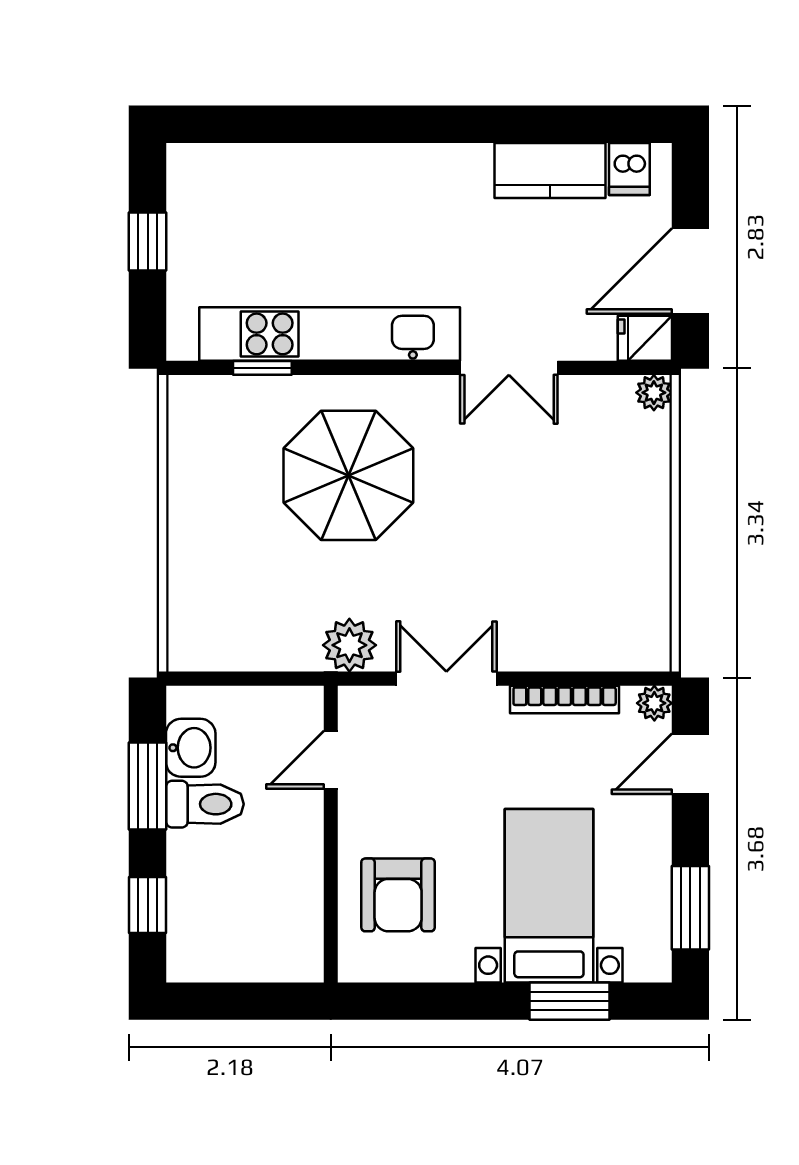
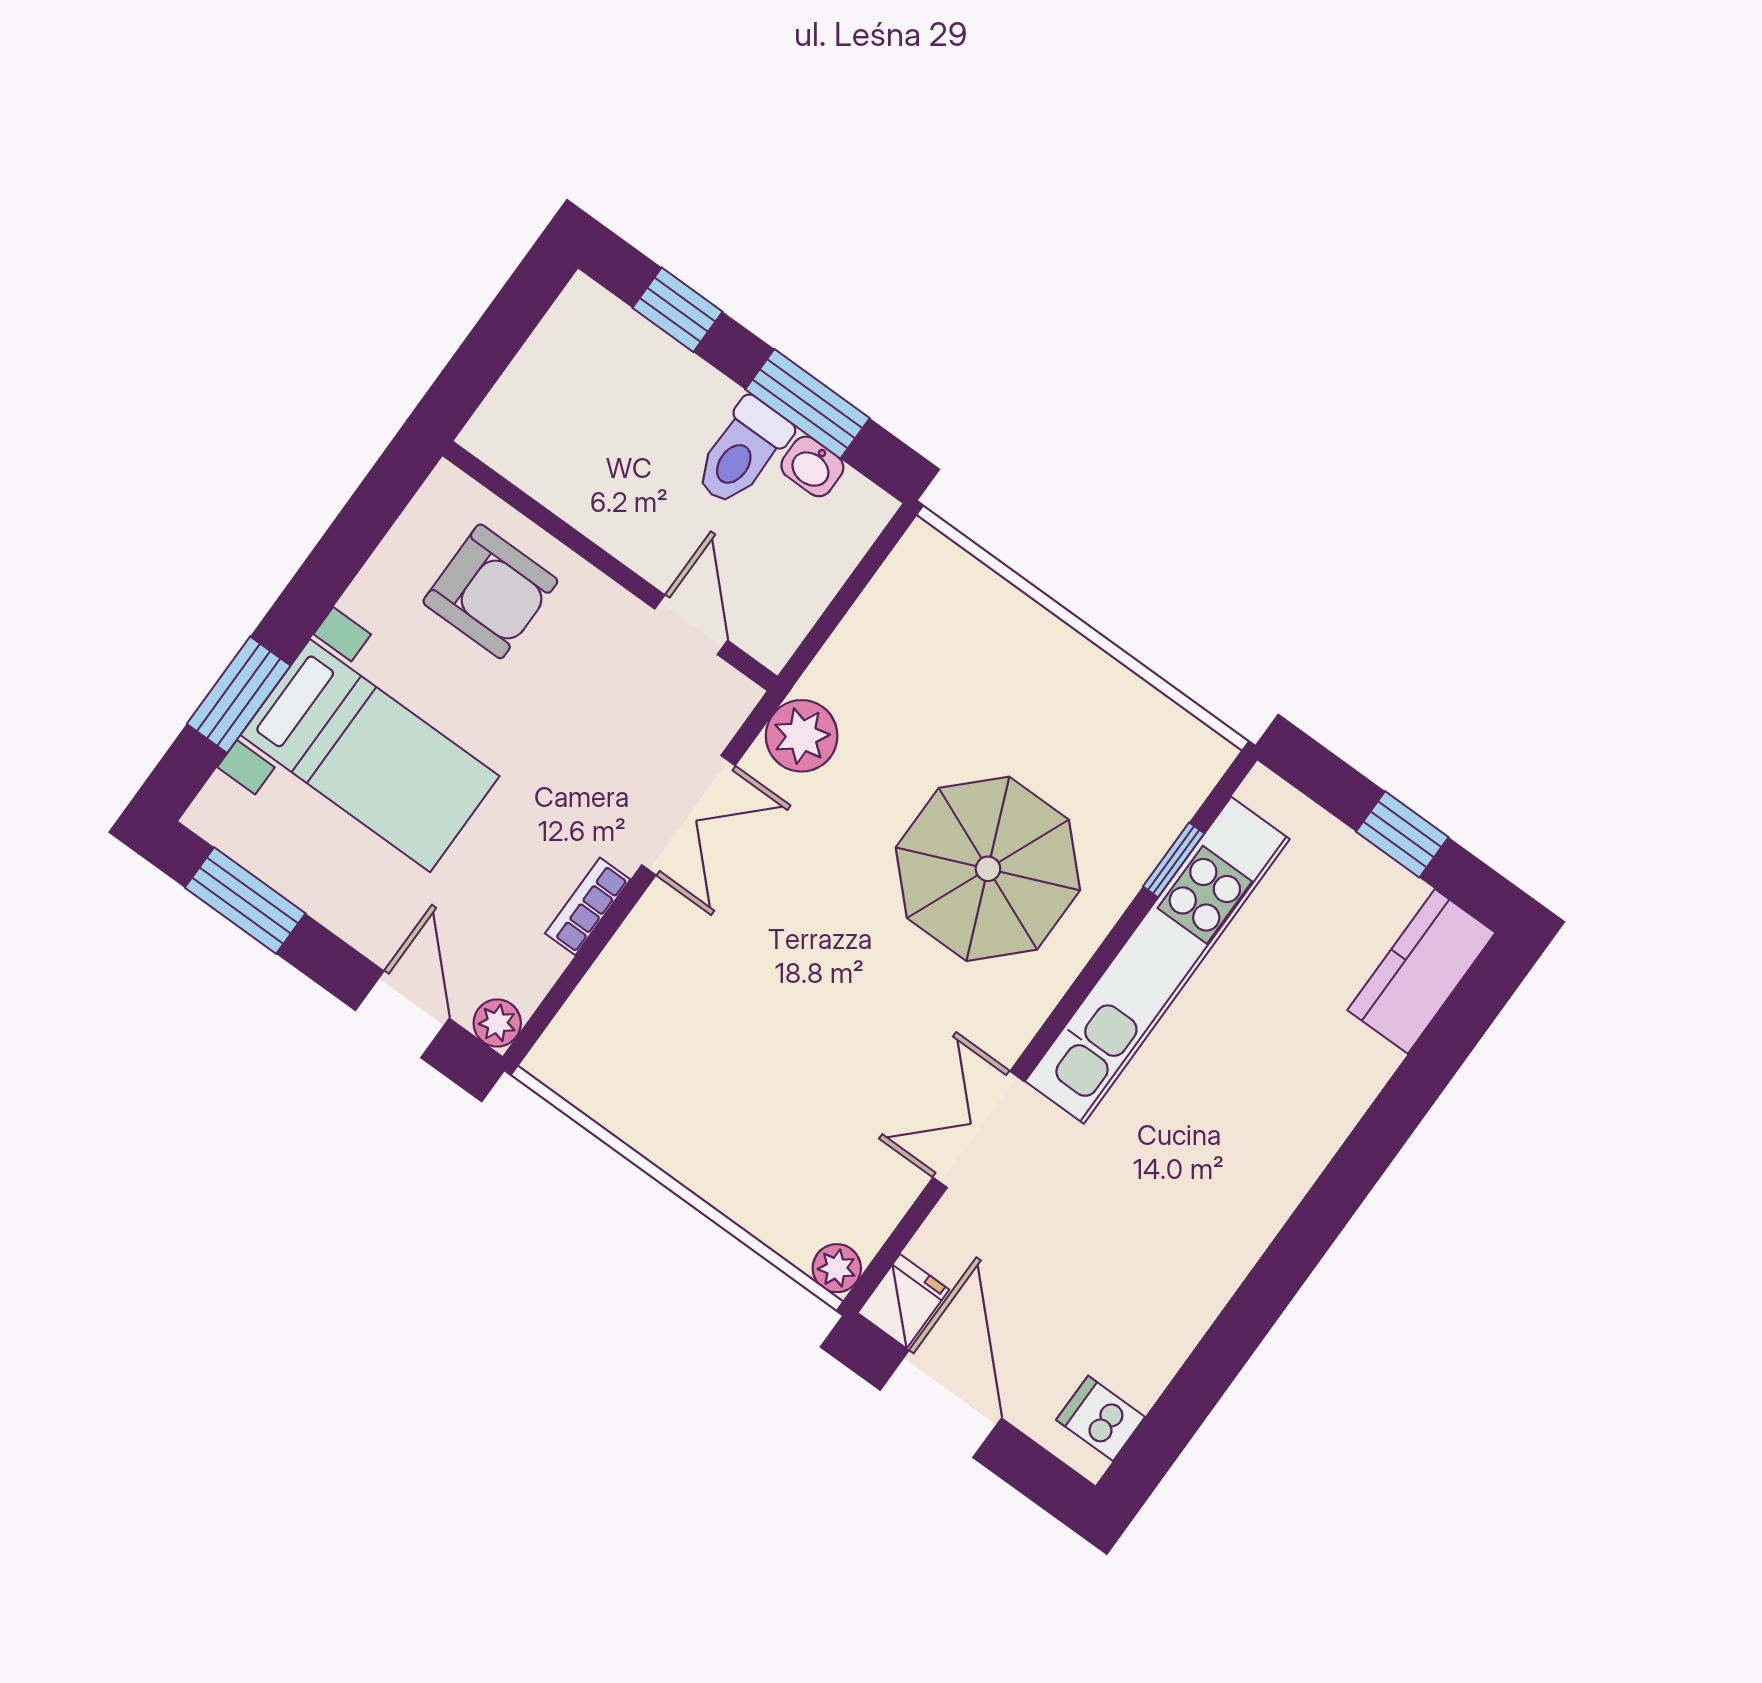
kitchen counter: (550, 171) -> (1421, 971), moved
bookcase: (565, 700) -> (588, 906), width x0.64
washbasin: (191, 748) -> (812, 466), width x0.72, depth x0.69
armchair: (398, 895) -> (490, 591), turned 180

